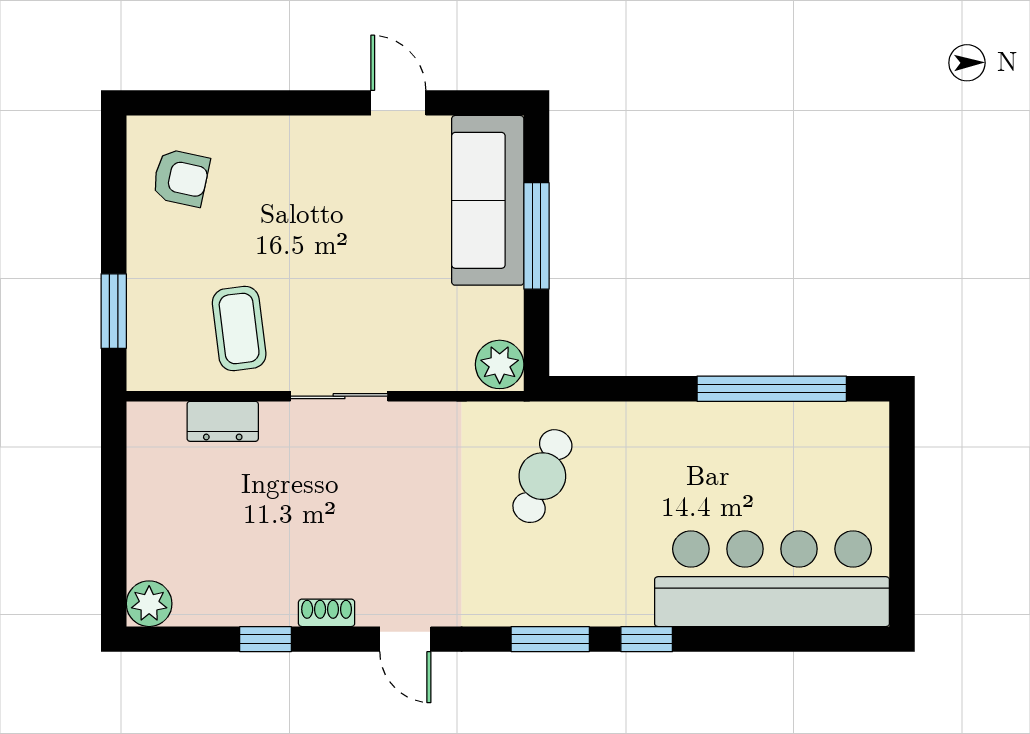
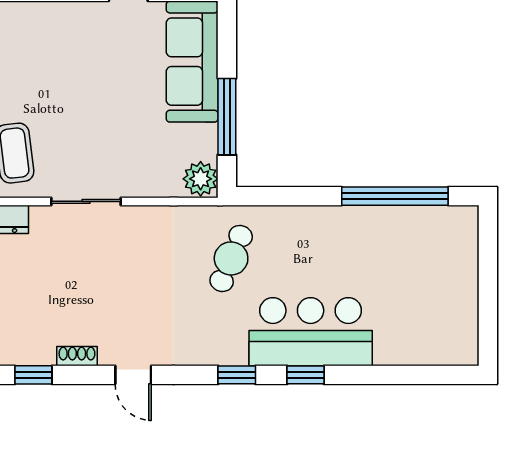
window: (536, 236) -> (227, 117), moved
bar counter: (772, 579) -> (311, 332), moved, width x0.73
window: (550, 639) -> (237, 375), width x0.67

